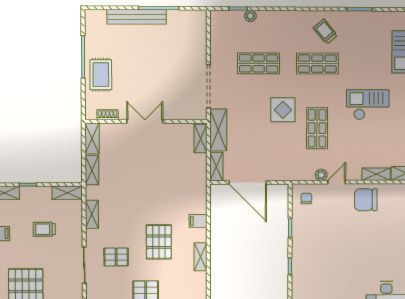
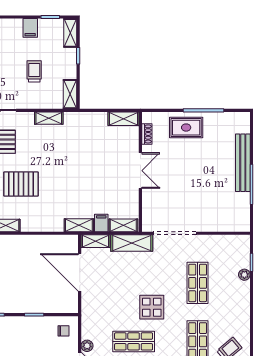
shelving: (92, 170) -> (79, 225), moved
door: (248, 182) -> (80, 272), hinge flipped
filing cabinet: (198, 221) -> (101, 223), moved

